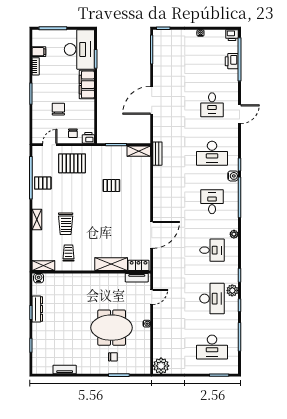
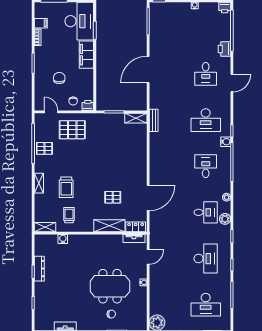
printer: (232, 61) -> (224, 49), moved
door: (50, 145) -> (51, 112), hinge flipped
pallet: (111, 185) -> (113, 197), moved
water cooler: (39, 278) -> (63, 239), moved
plant: (232, 290) -> (225, 219), moved

